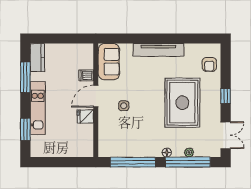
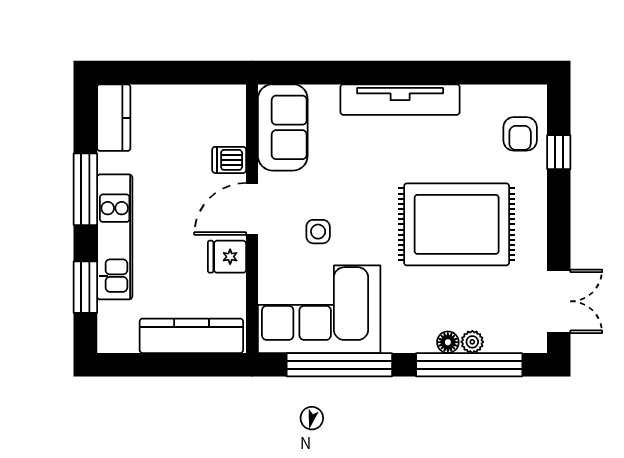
window: (25, 77) -> (85, 189), moved
window: (226, 96) -> (559, 152), moved
rug: (182, 103) -> (457, 224), turned 90
corner sofa: (124, 139) -> (319, 309), added
kitchen counter: (70, 150) -> (191, 336), added
floor lamp: (167, 153) -> (448, 342), moved

